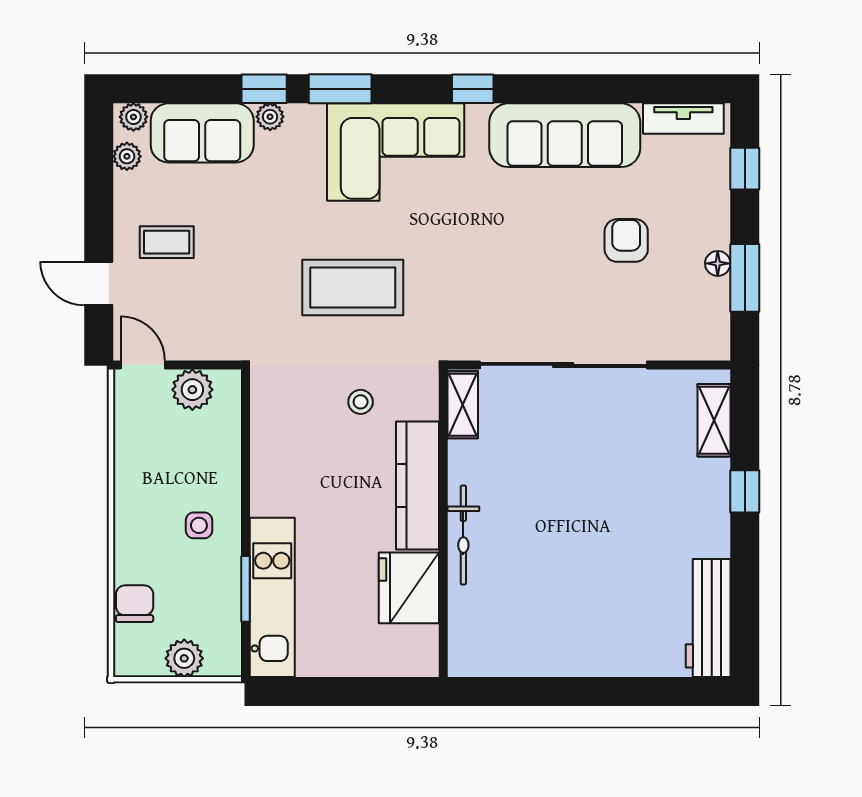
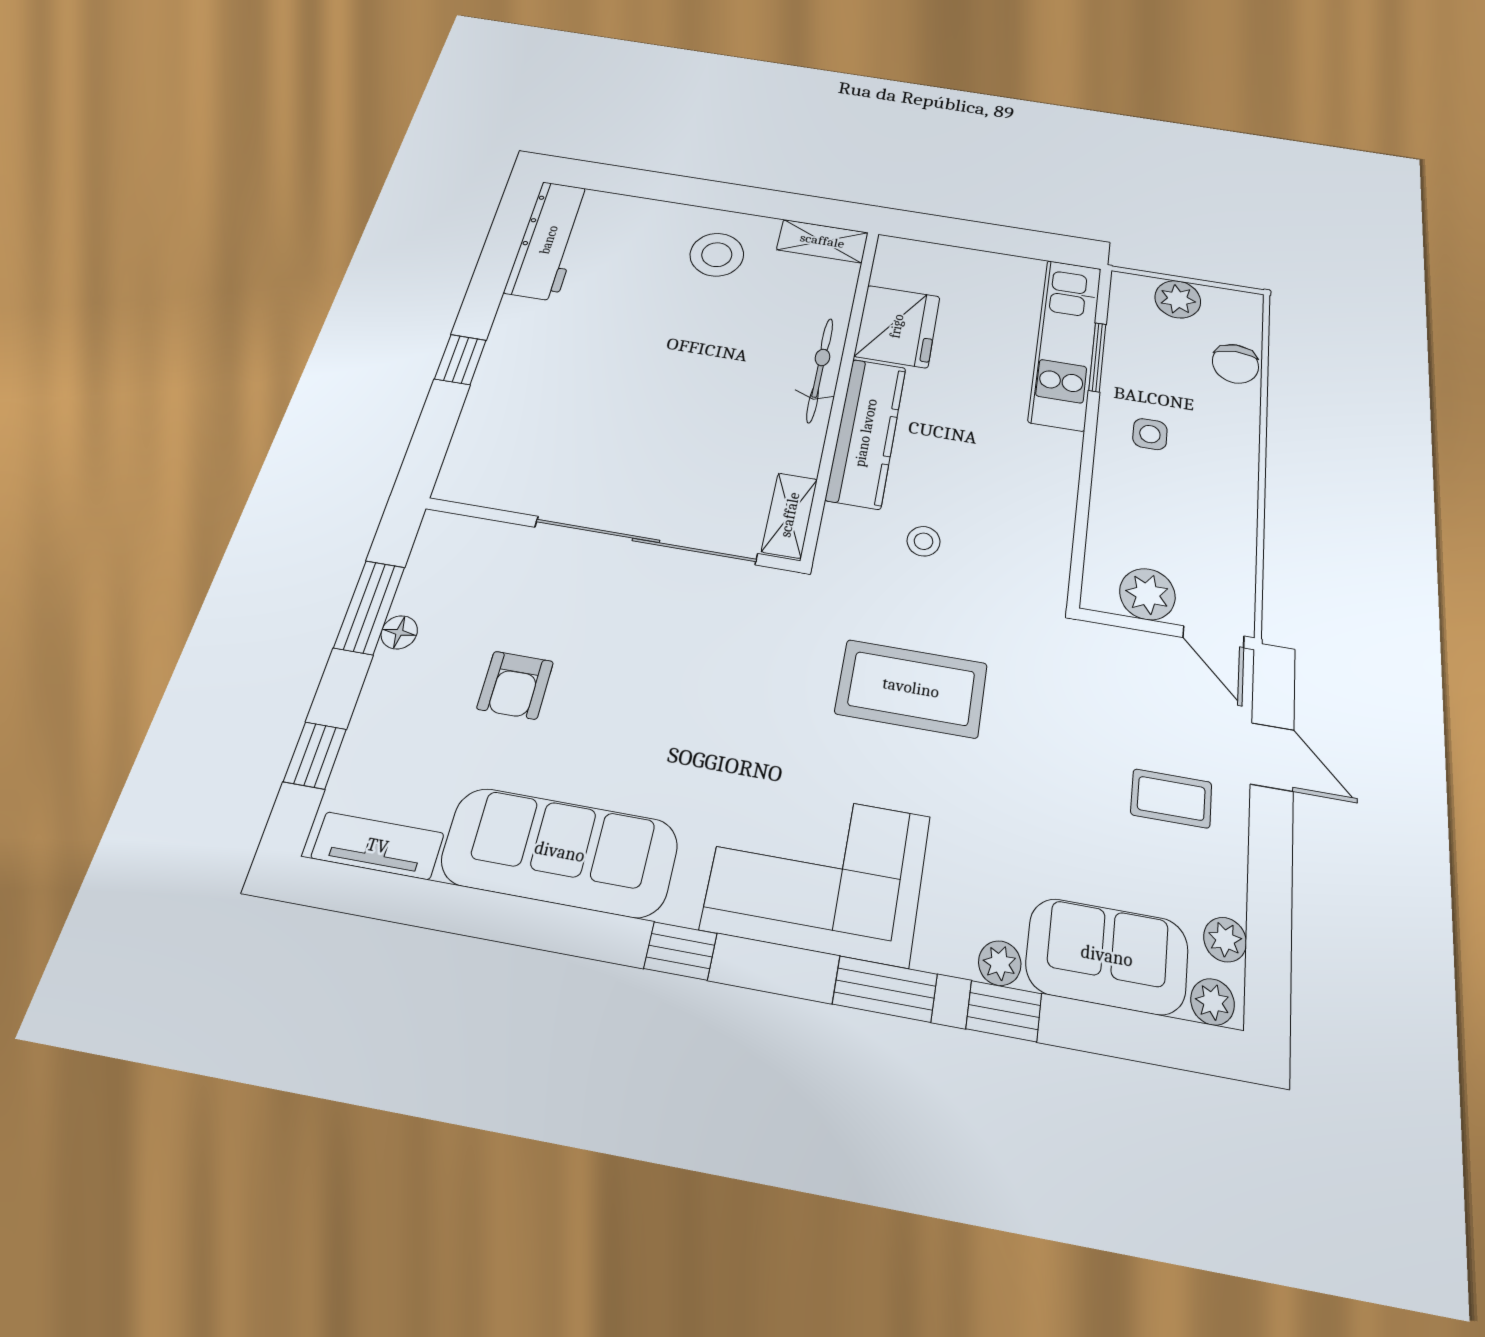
shelving: (714, 420) -> (822, 241), moved, turned 90
stool: (568, 630) -> (717, 255), added

